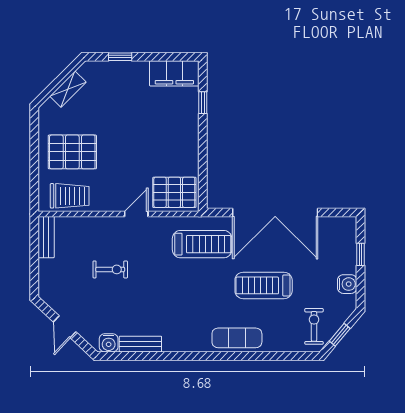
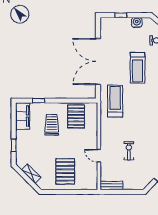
pallet: (174, 192) -> (76, 117), moved
trolley: (70, 196) -> (52, 125), moved
double door: (275, 212) -> (98, 61), swing flipped
door: (136, 214) -> (99, 156), moved

